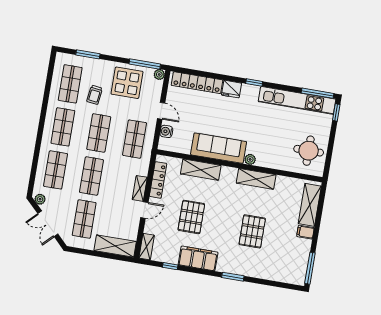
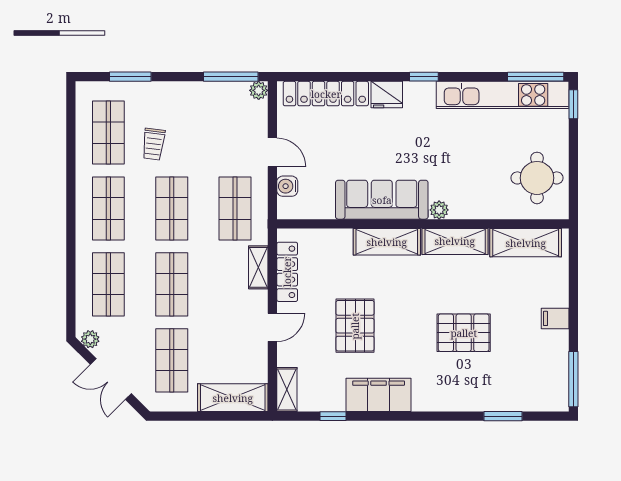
display table: (127, 83) -> (206, 114), removed
shelving: (201, 170) -> (387, 242), moved
shelving: (140, 188) -> (258, 267), moved
shelving: (310, 205) -> (526, 243), moved, turned 90
pallet: (252, 231) -> (464, 333), turned 90
window: (233, 277) -> (503, 416), moved

